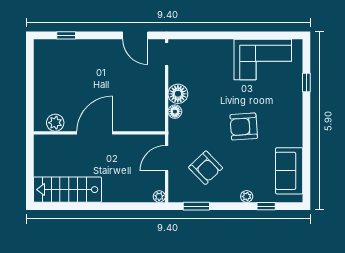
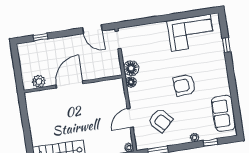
plant: (55, 123) -> (39, 81), moved
door: (95, 133) -> (70, 84), moved
wall: (99, 133) -> (73, 84), moved

